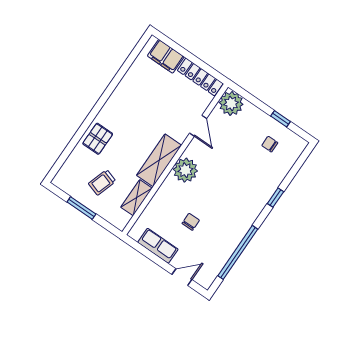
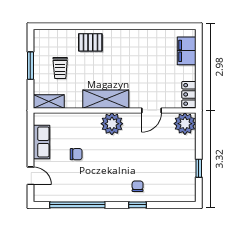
locker: (200, 77) -> (189, 94), width x0.66
chair: (270, 144) -> (138, 186), moved
trolley: (102, 182) -> (60, 68), turned -108
shelving: (136, 198) -> (49, 101), moved

